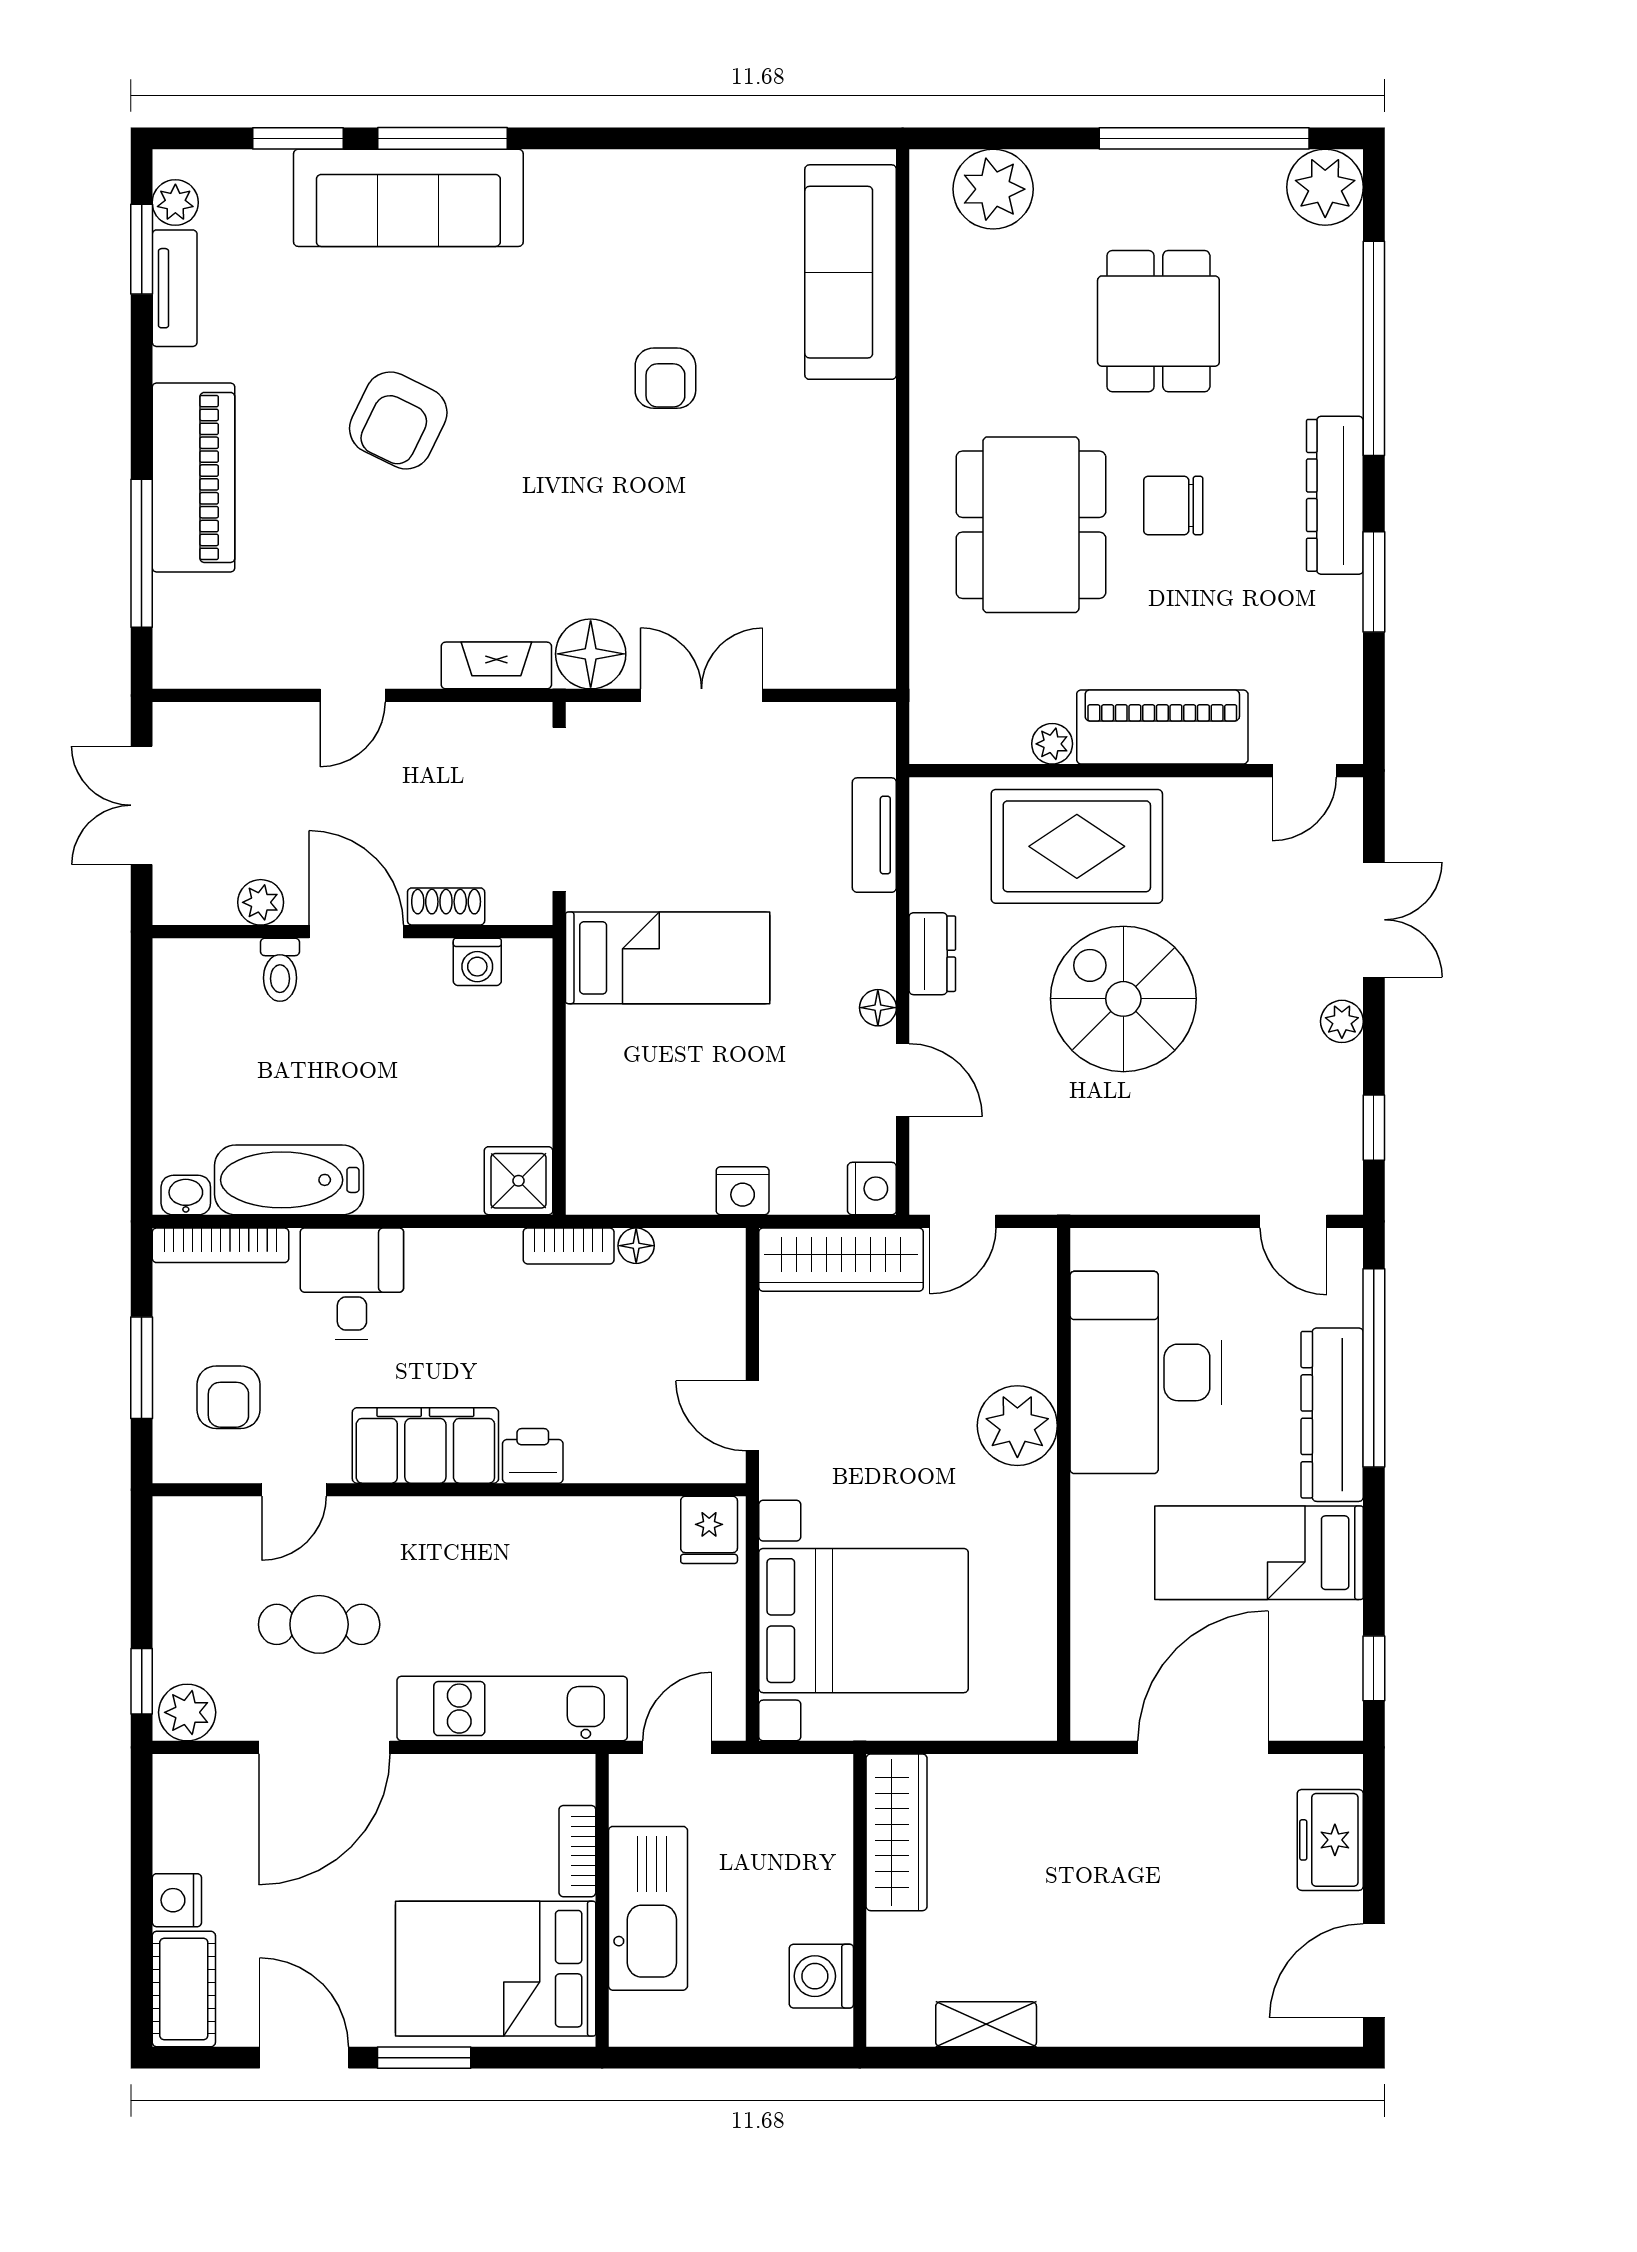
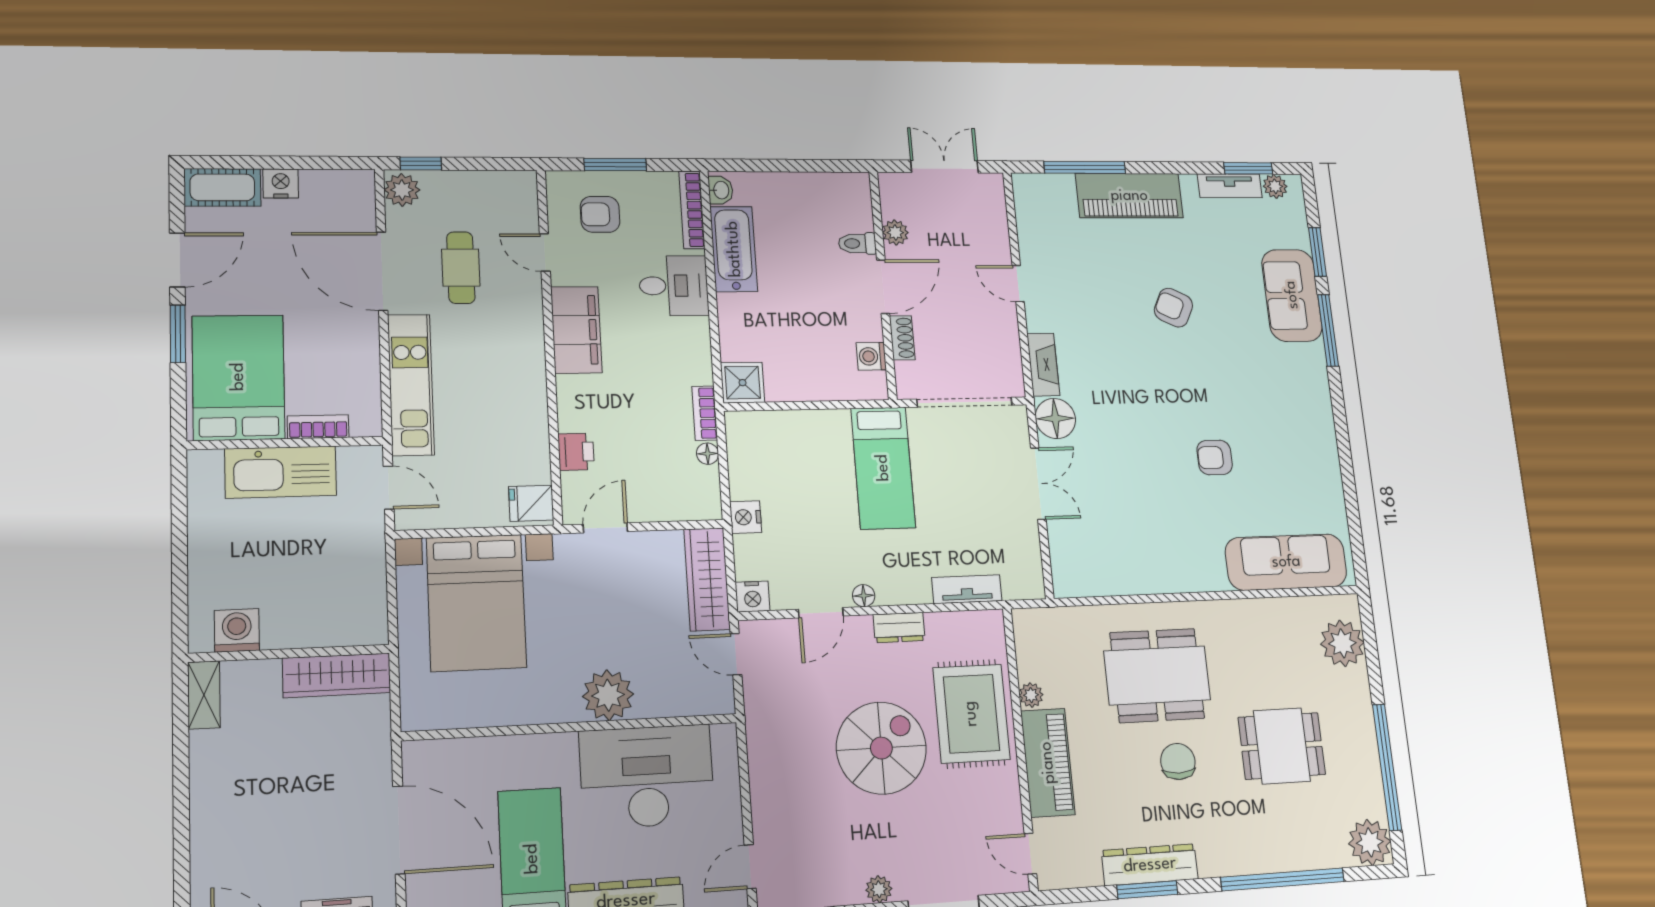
sofa: (408, 198) -> (1292, 295), width x0.73
armchair: (398, 420) -> (1173, 308), width x0.72, depth x0.72
dresser: (1335, 495) -> (1150, 865), moved
printer: (533, 1456) -> (576, 452), moved
wardrobe: (897, 1832) -> (337, 675), moved
wall: (860, 1900) -> (289, 653), moved
washing machine: (821, 1976) -> (237, 630), moved

